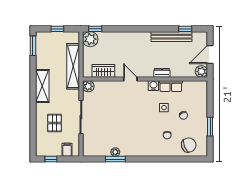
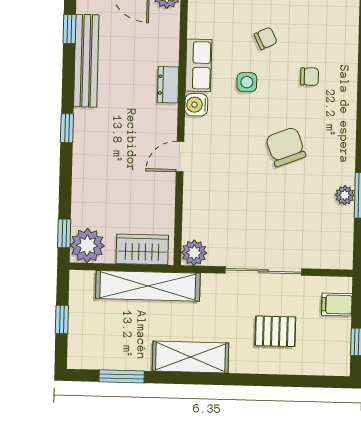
window: (142, 29) -> (67, 128), added
window: (33, 46) -> (122, 376), moved
wardrobe: (103, 71) -> (142, 249), moved, turned 90
chair: (189, 145) -> (286, 147), moved

